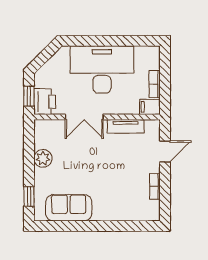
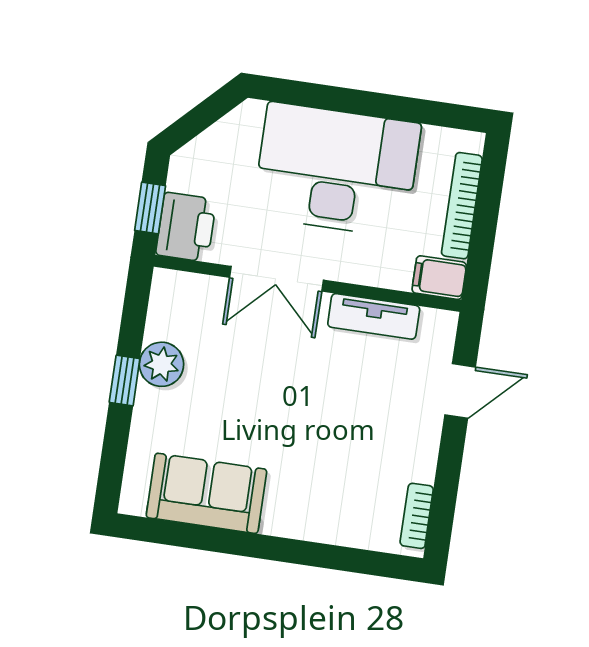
bookcase: (155, 84) -> (462, 206), width x1.56
bookcase: (155, 186) -> (417, 516), moved
window: (29, 196) -> (125, 380), moved

